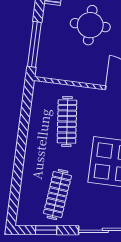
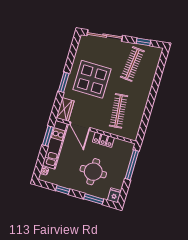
locker: (83, 75) -> (103, 140), added

